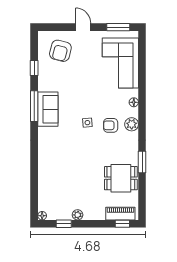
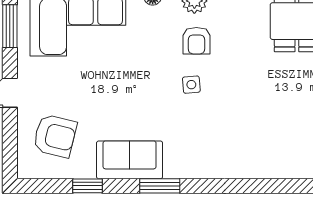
window: (34, 106) -> (160, 186), width x0.69
sofa: (48, 109) -> (130, 160), moved

